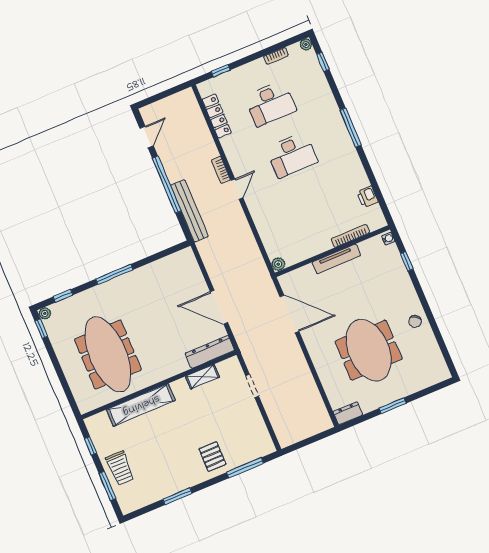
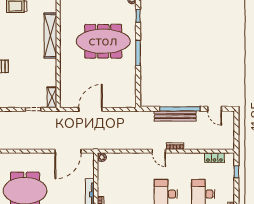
locker: (217, 116) -> (214, 158), width x0.66
bench: (189, 211) -> (175, 116), moved
dresser: (210, 352) -> (65, 92), removed
meeting table: (108, 354) -> (103, 41), moved
shelving: (202, 377) -> (52, 97), moved

